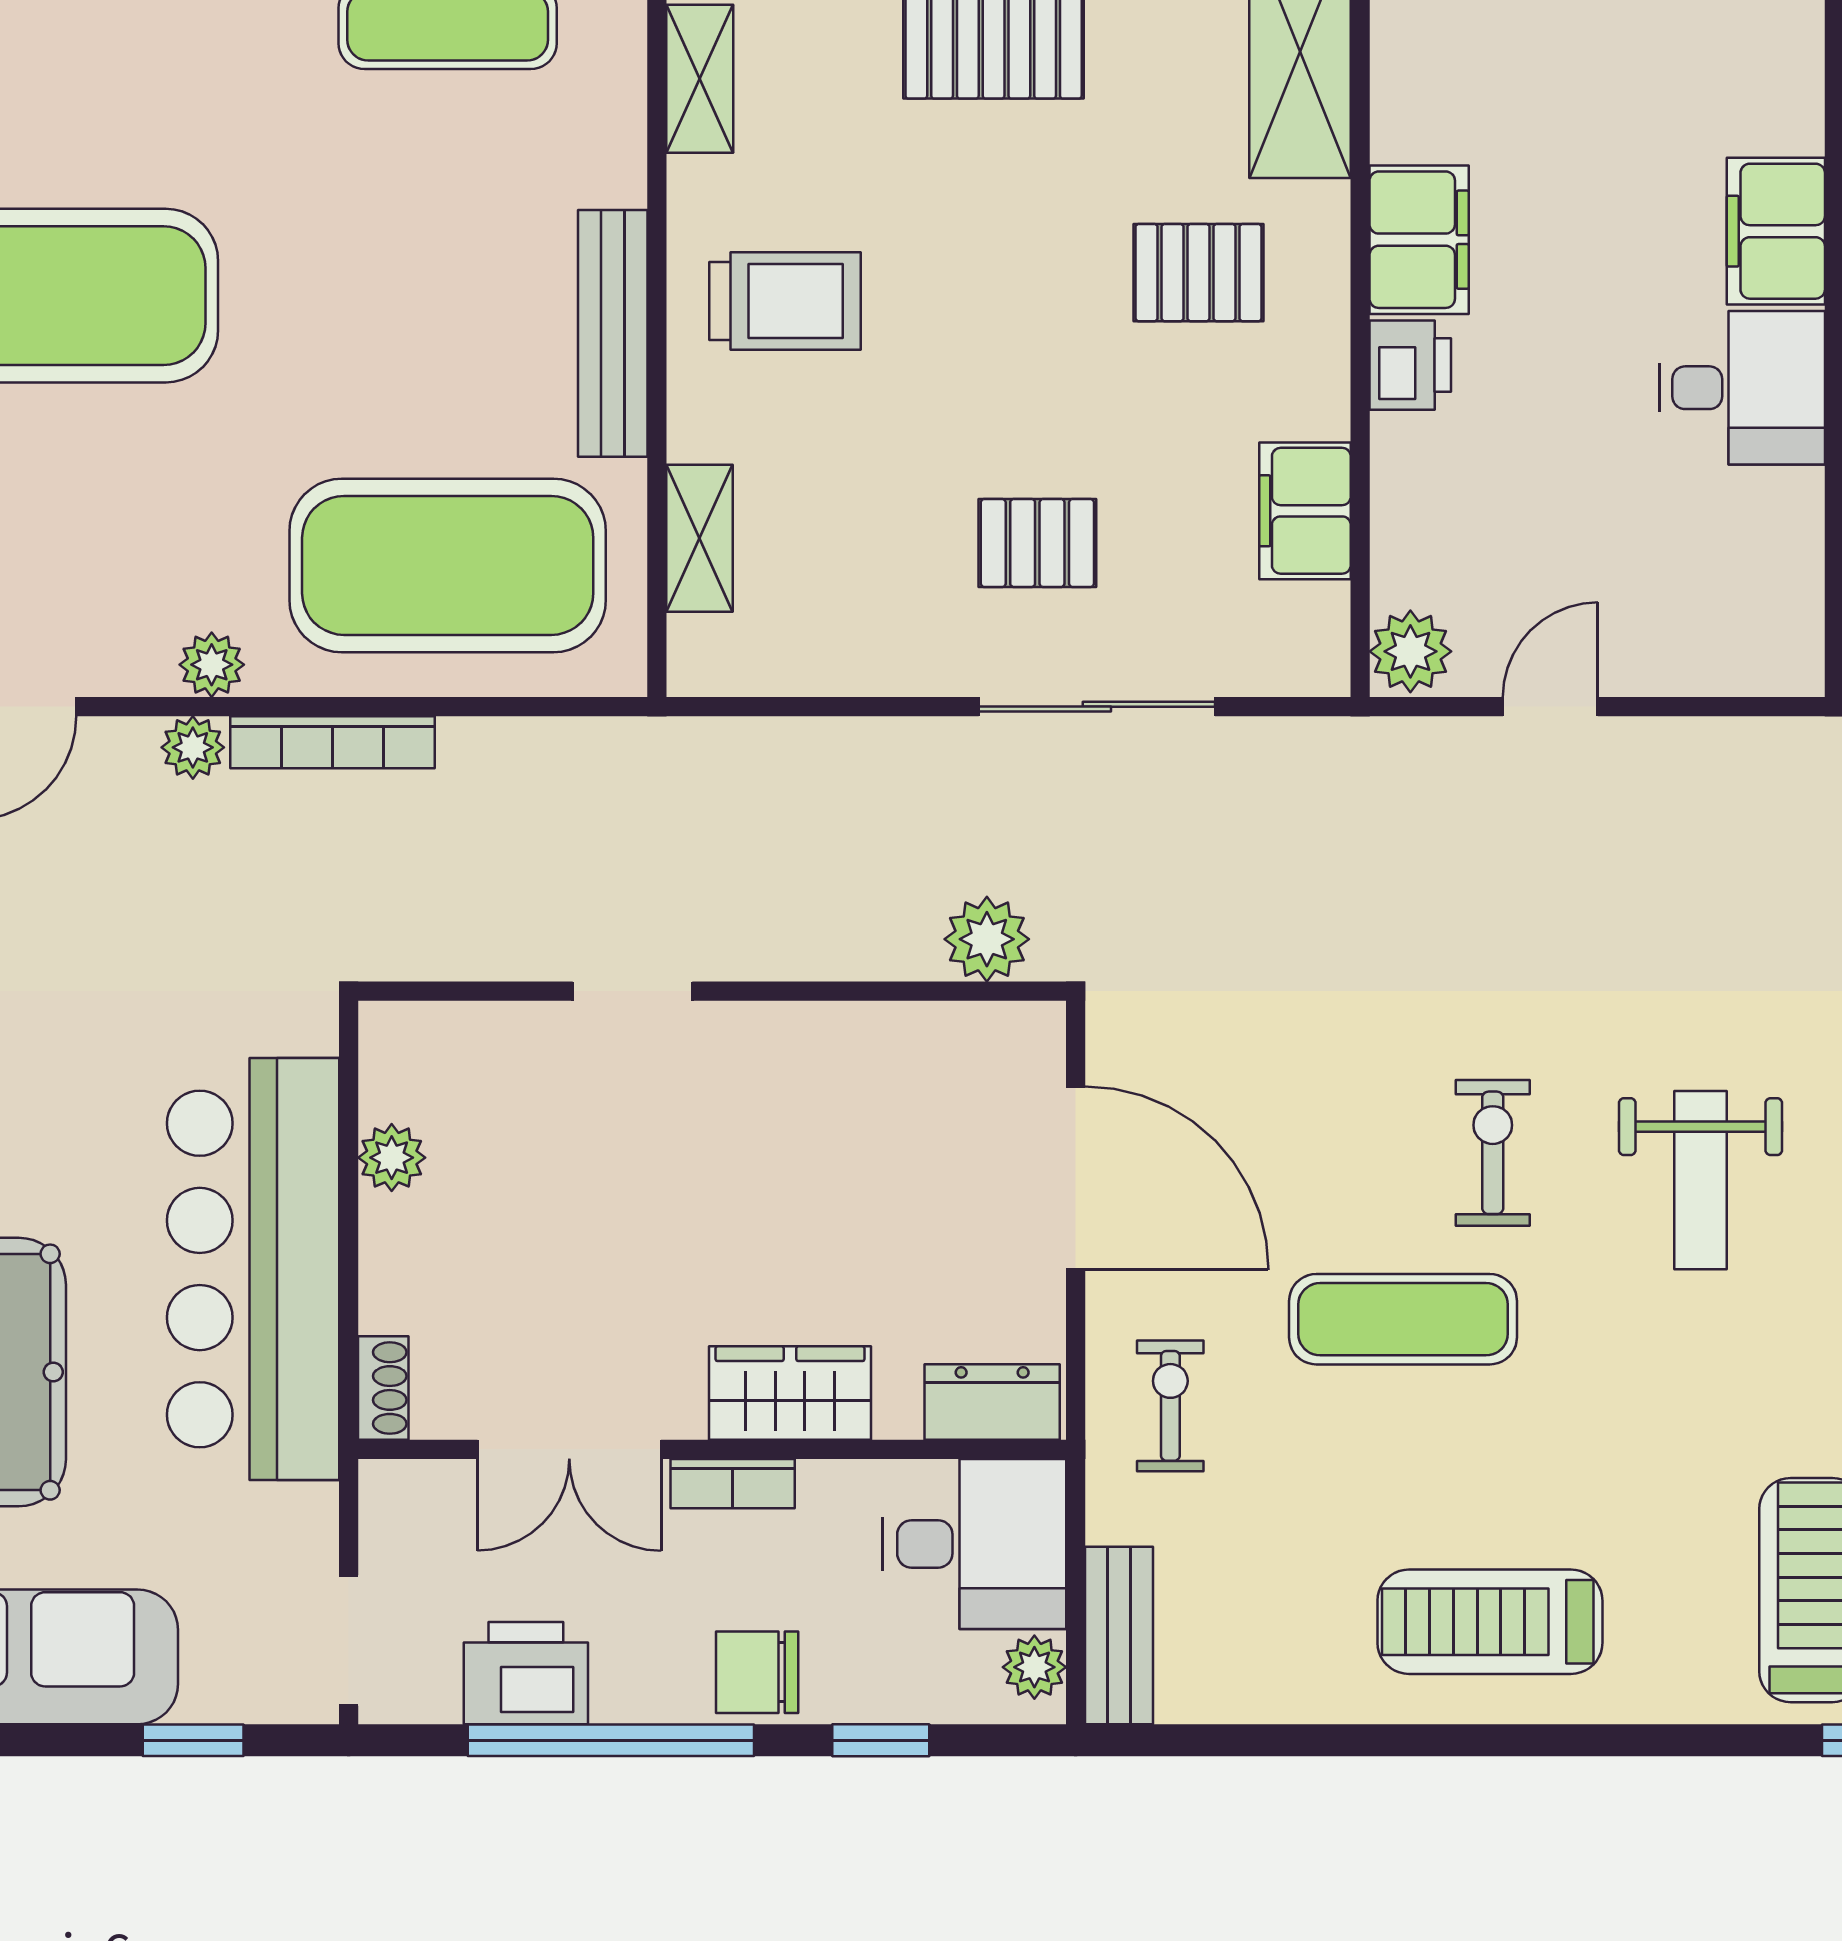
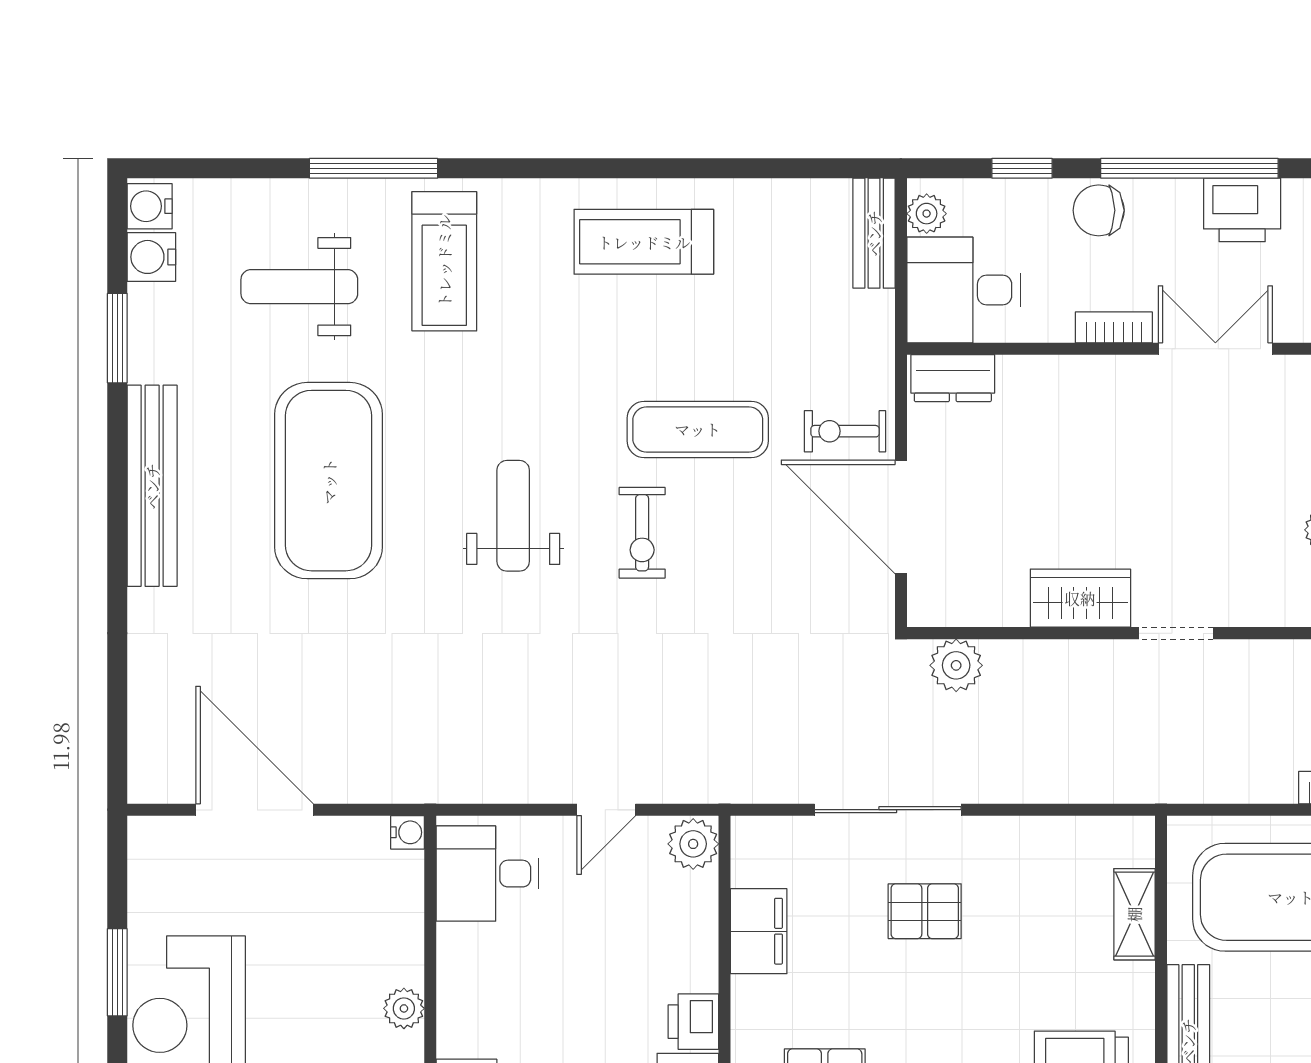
desk: (1742, 388) -> (487, 874), moved
wardrobe: (790, 1393) -> (1080, 598), moved, turned 180
exercise bike: (1170, 1406) -> (845, 431), moved, turned 90
treadmill: (1490, 1622) -> (644, 242), turned 180
chair: (757, 1672) -> (1099, 210), turned 180

